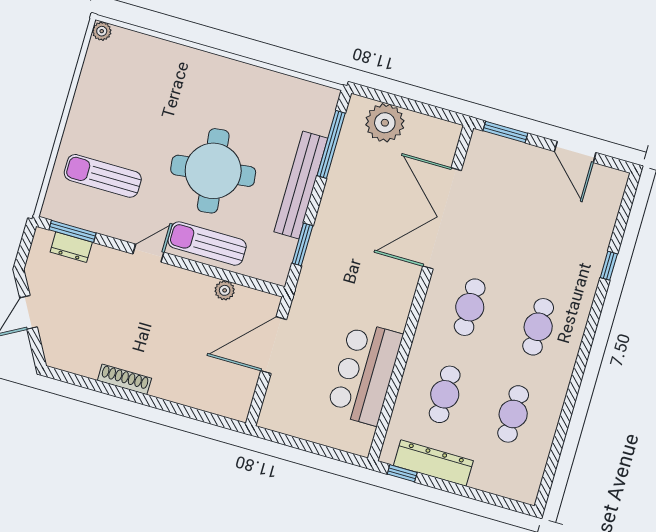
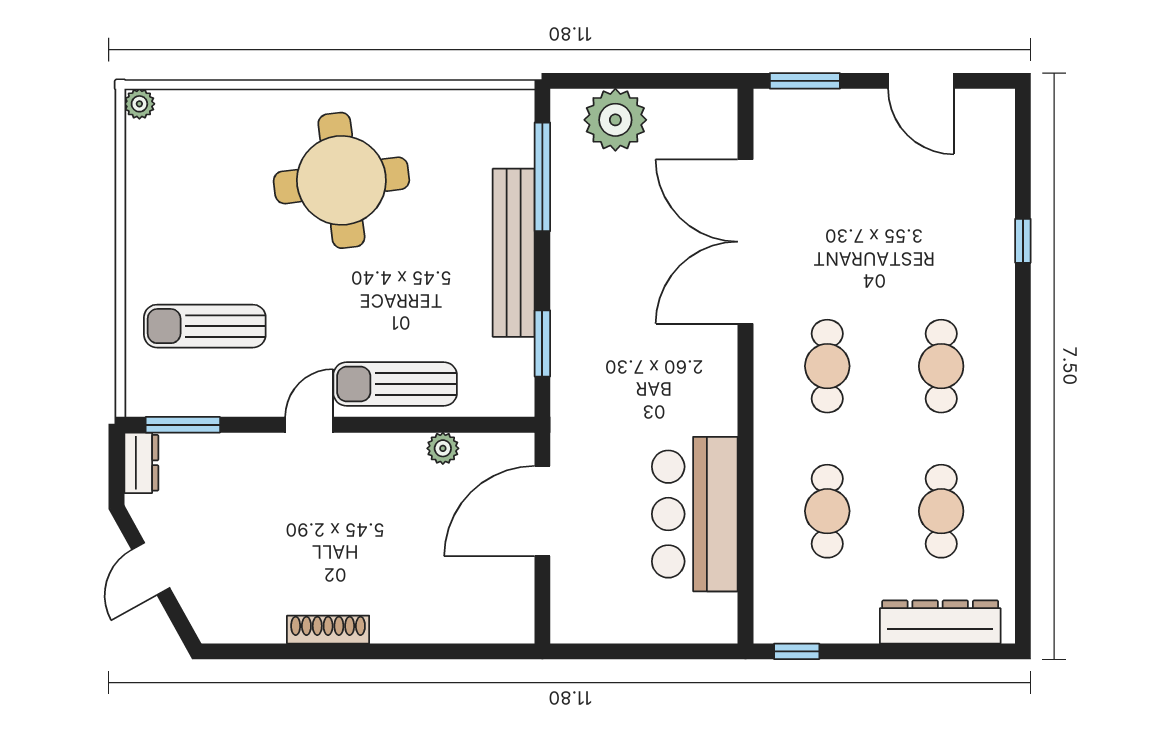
round table: (213, 171) -> (341, 180), moved
dresser: (71, 247) -> (141, 463), moved, turned -90
dresser: (433, 463) -> (940, 622), moved

